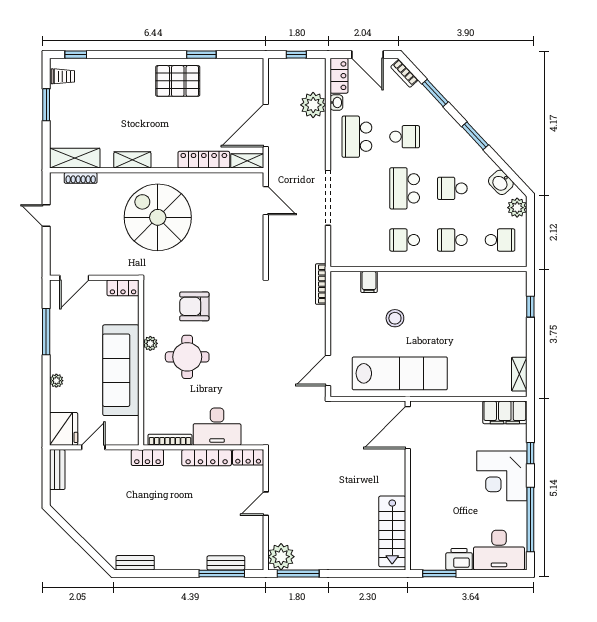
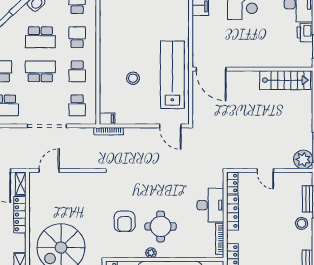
school desk: (405, 188) -> (40, 71), turned 180
school desk: (452, 188) -> (40, 37), width x1.85
school desk: (357, 240) -> (77, 105), added
school desk: (452, 240) -> (77, 37), turned 180
filing cabinet: (369, 282) -> (107, 119), moved
stool: (192, 554) -> (302, 223), added

